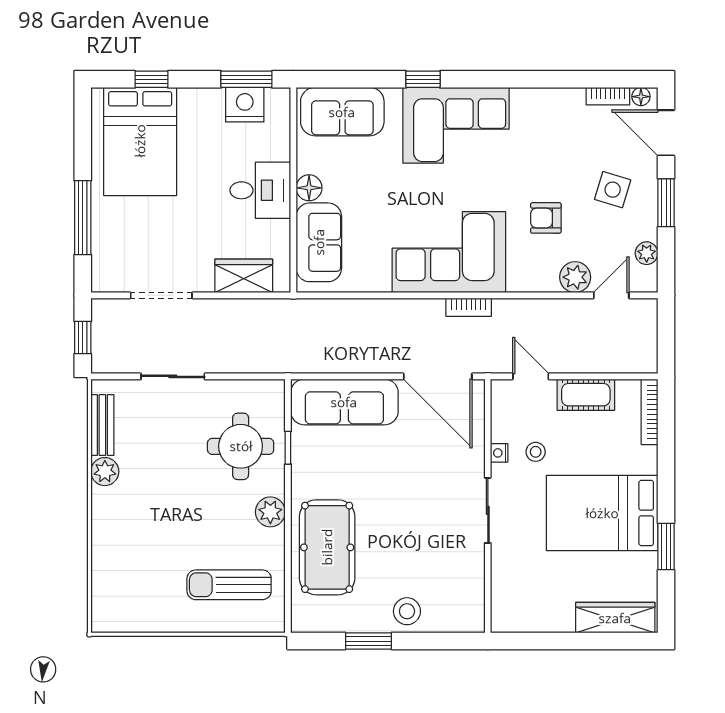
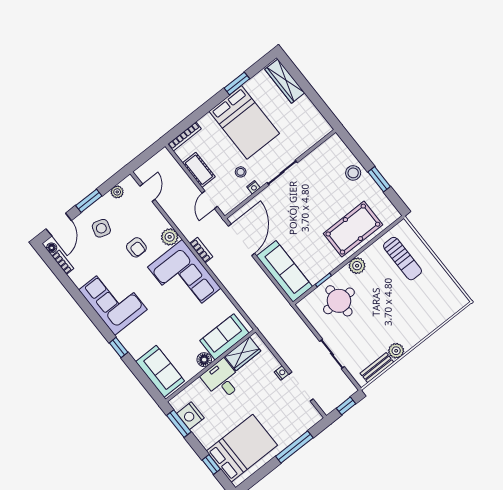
corner sofa: (456, 125) -> (113, 300), moved
wardrobe: (244, 276) -> (243, 354), moved, turned -90
plant: (575, 277) -> (170, 237), moved
nightstand: (203, 283) -> (282, 373), added
door: (611, 295) -> (147, 193), swing flipped

